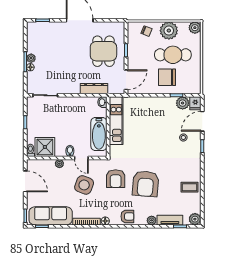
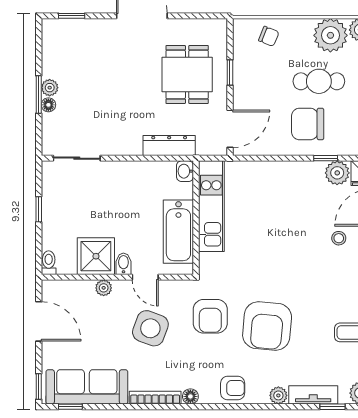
plant: (169, 31) -> (330, 35), moved
cafe table: (173, 55) -> (319, 81), width x0.73, depth x0.74
shower: (45, 147) -> (96, 256), moved

